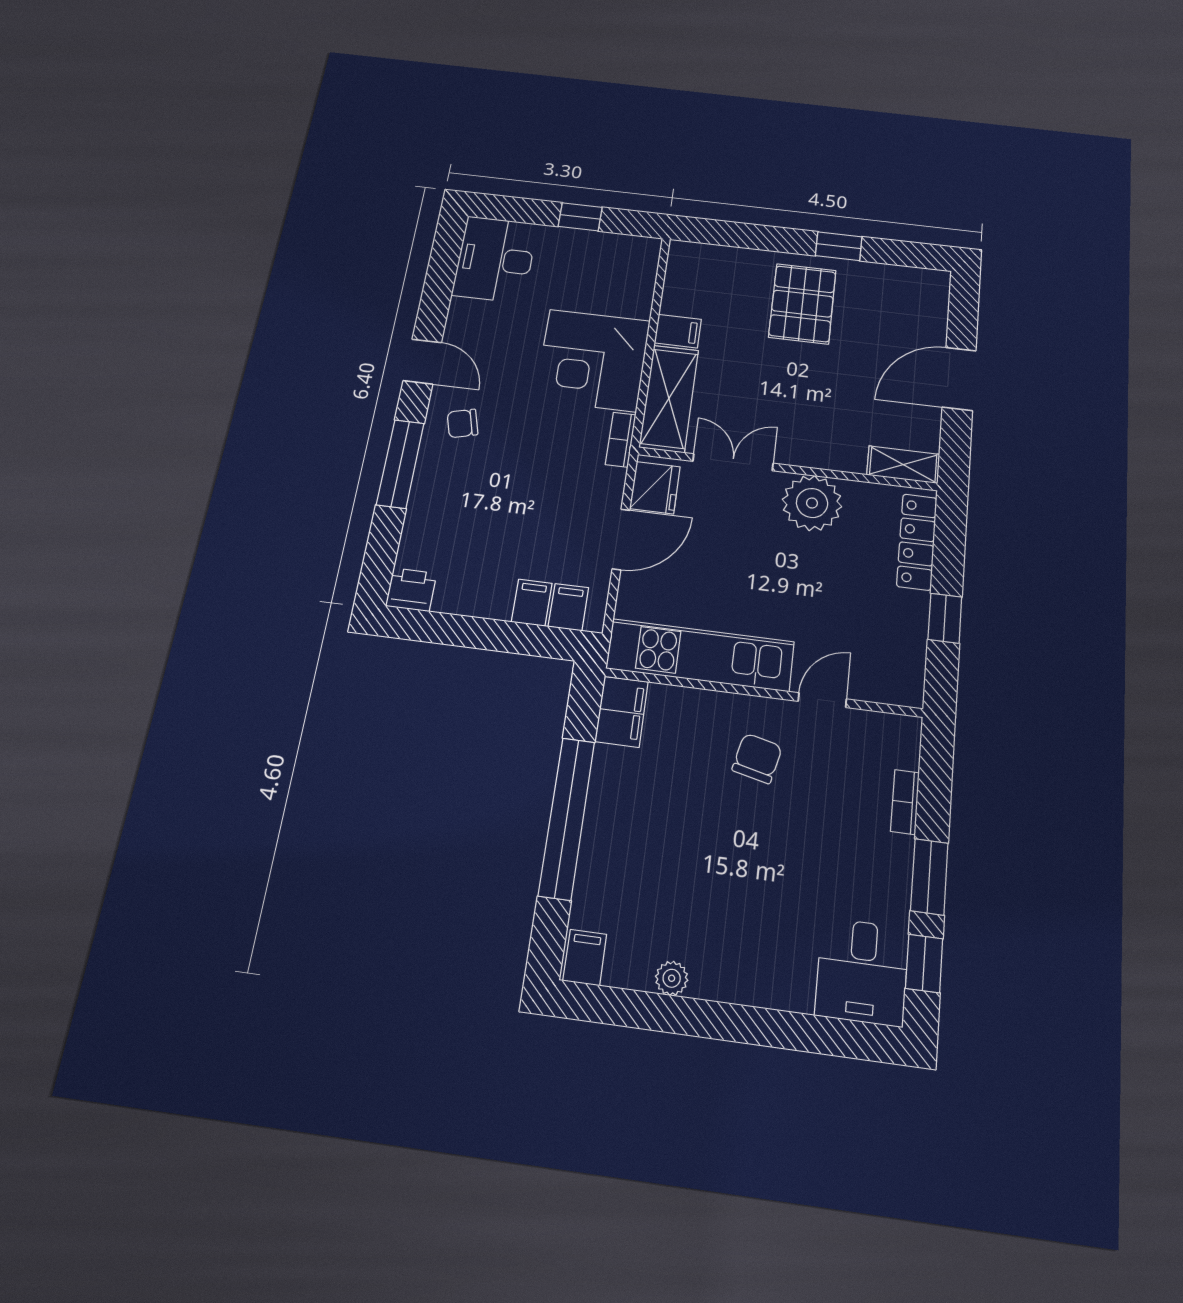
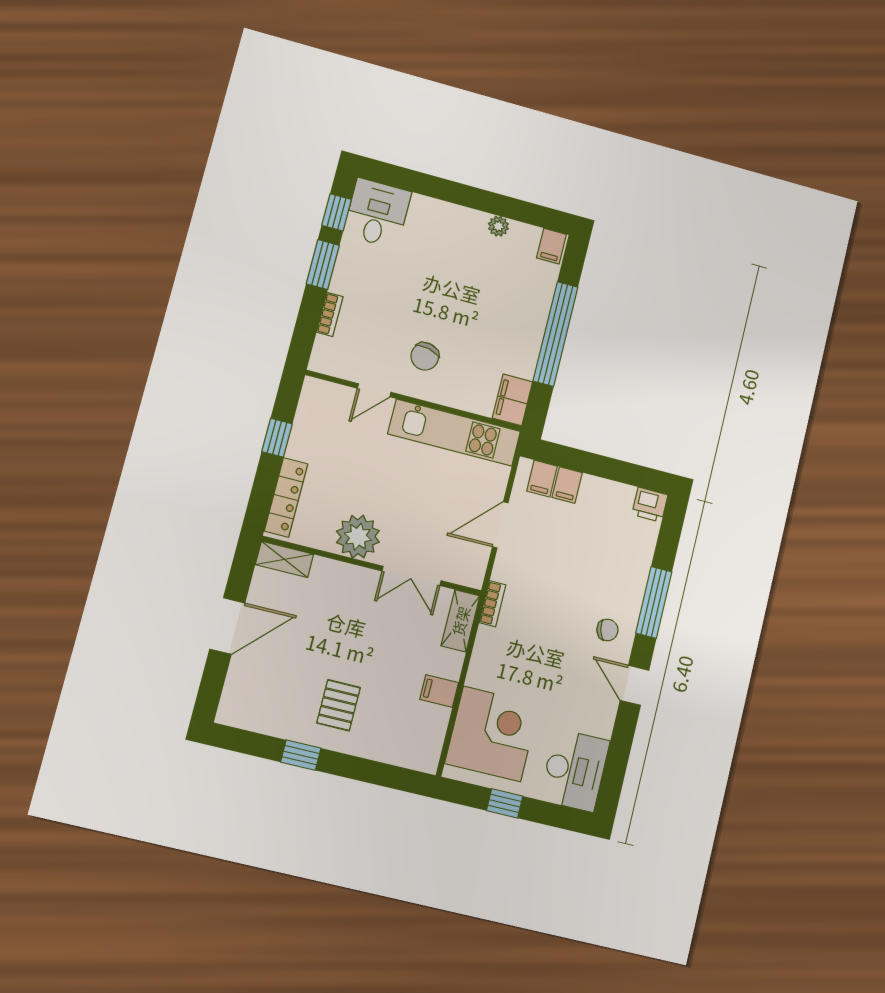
pallet: (802, 304) -> (339, 705), width x0.67, depth x0.71
corner desk: (593, 360) -> (492, 734), moved
shelving: (669, 398) -> (461, 621), width x0.67, depth x0.75
fridge: (655, 488) -> (472, 562), removed

